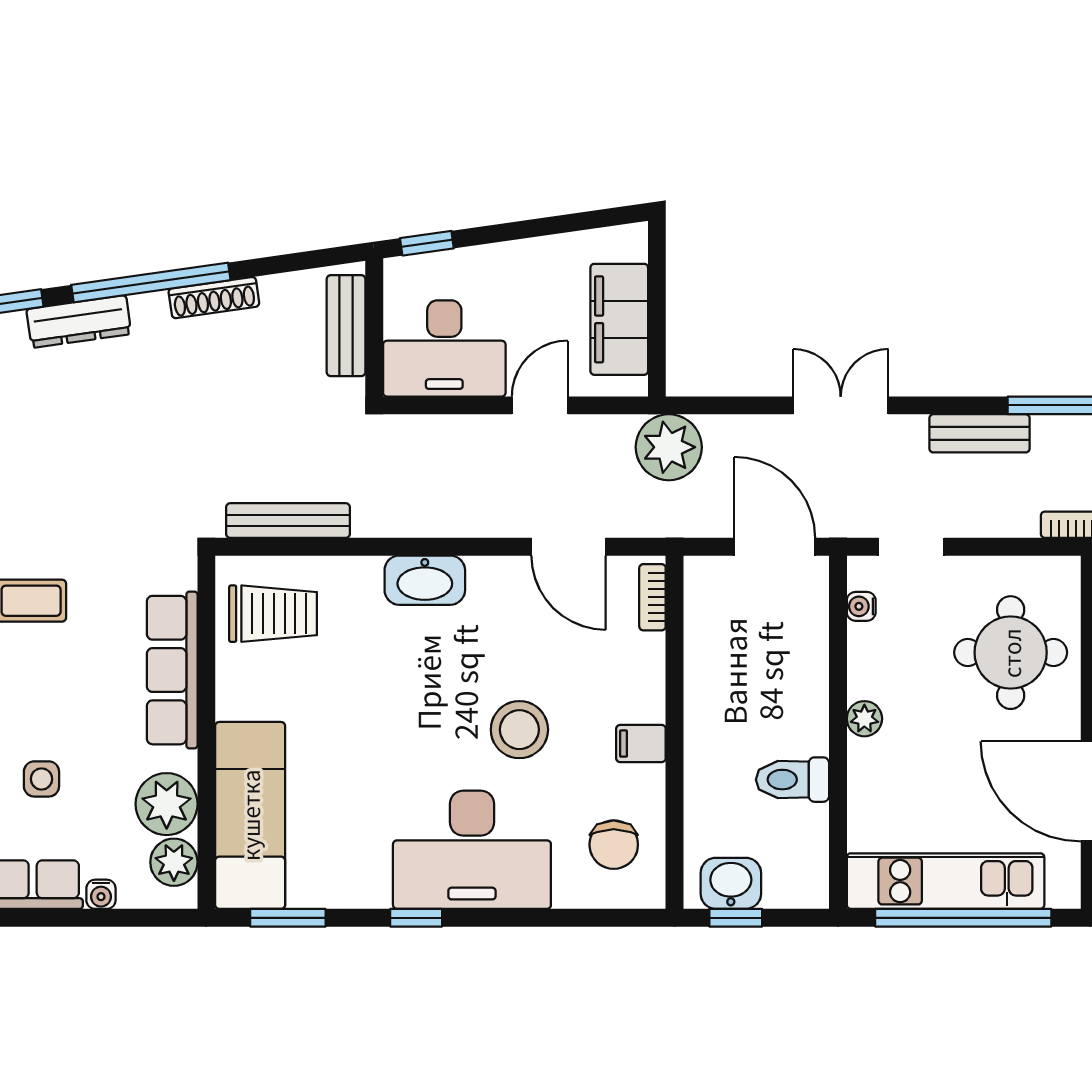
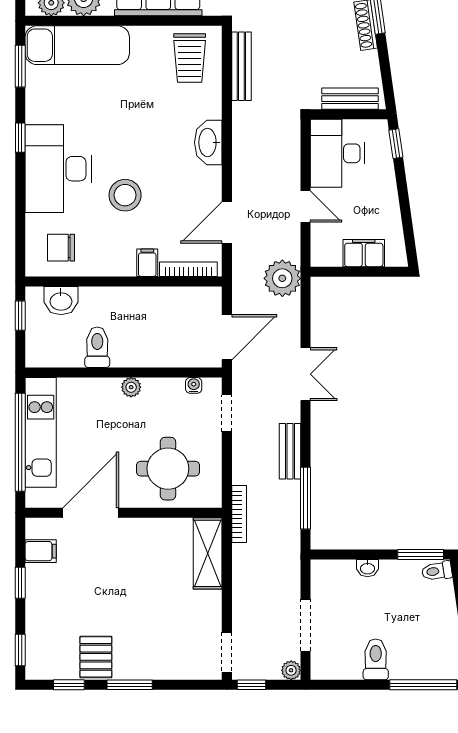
filing cabinet: (619, 319) -> (364, 253), width x0.67, depth x0.86
bookcase: (652, 597) -> (188, 269), width x1.56
filing cabinet: (641, 744) -> (147, 263), moved
washbasin: (731, 883) -> (61, 301), moved, turned 90

